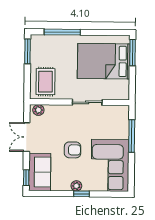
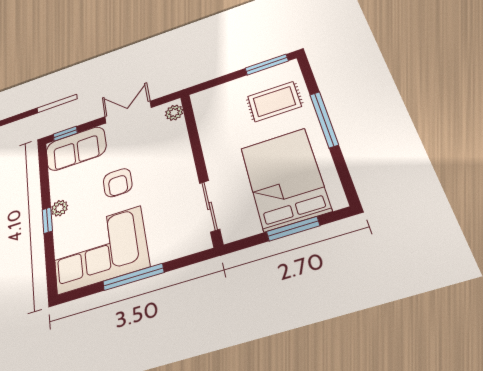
window: (62, 32) -> (324, 119), moved
window: (133, 53) -> (293, 229), moved
rug: (45, 82) -> (274, 102), moved
sliding door: (87, 102) -> (210, 206), moved
window: (132, 136) -> (133, 277), moved

